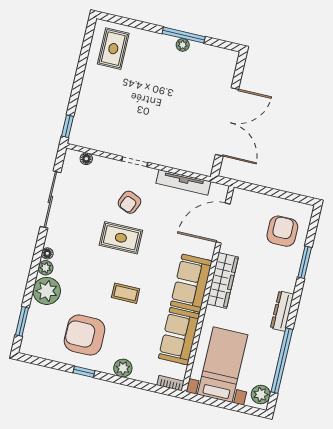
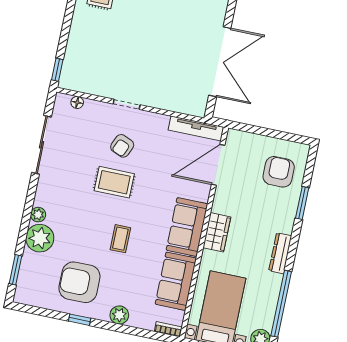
tv unit: (183, 182) -> (196, 128), moved
floor lamp: (47, 253) -> (40, 200), removed
wardrobe: (222, 280) -> (217, 232), width x0.67
coffee table: (126, 293) -> (120, 239), turned 90

